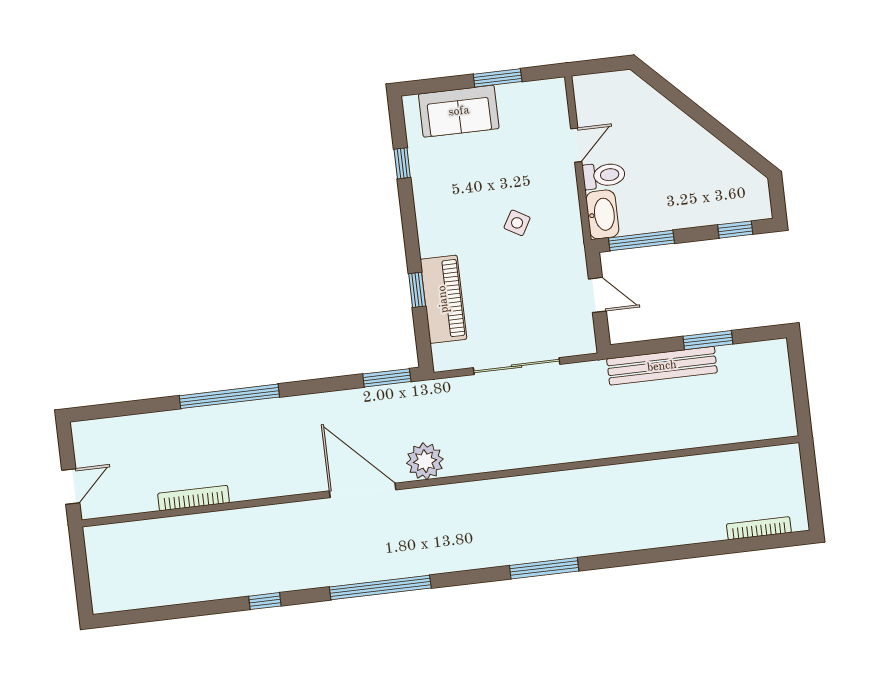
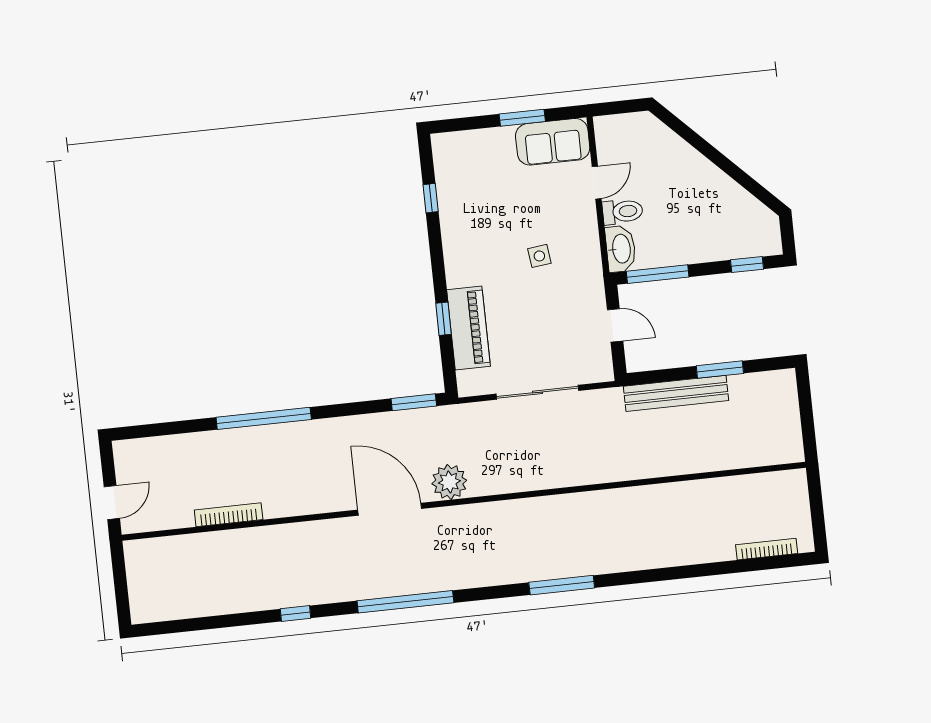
sofa: (459, 111) -> (553, 142), moved
side table: (517, 223) -> (539, 256), turned -37

